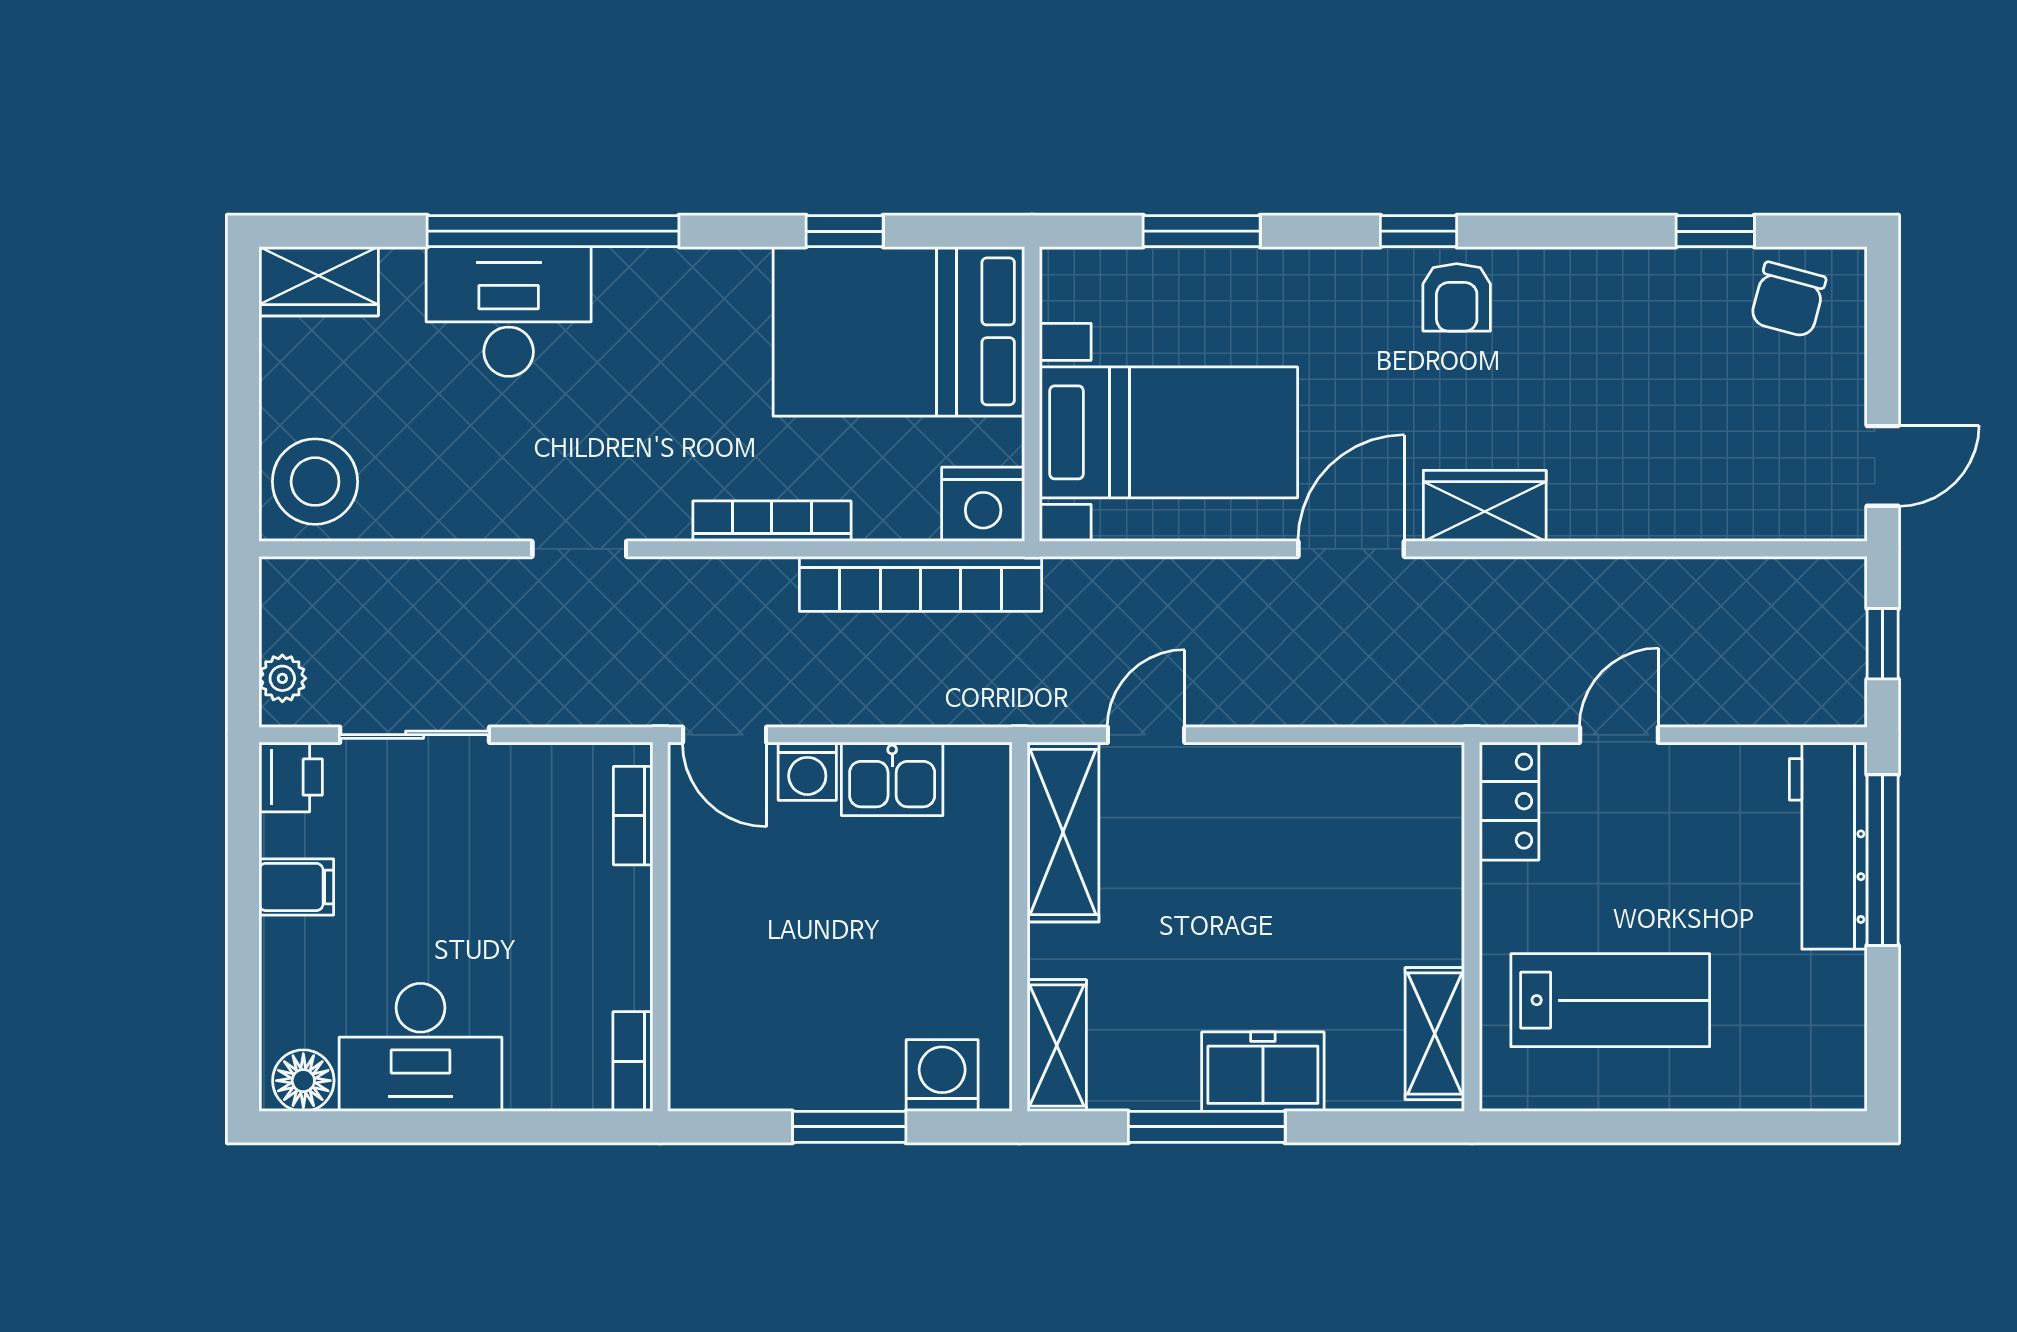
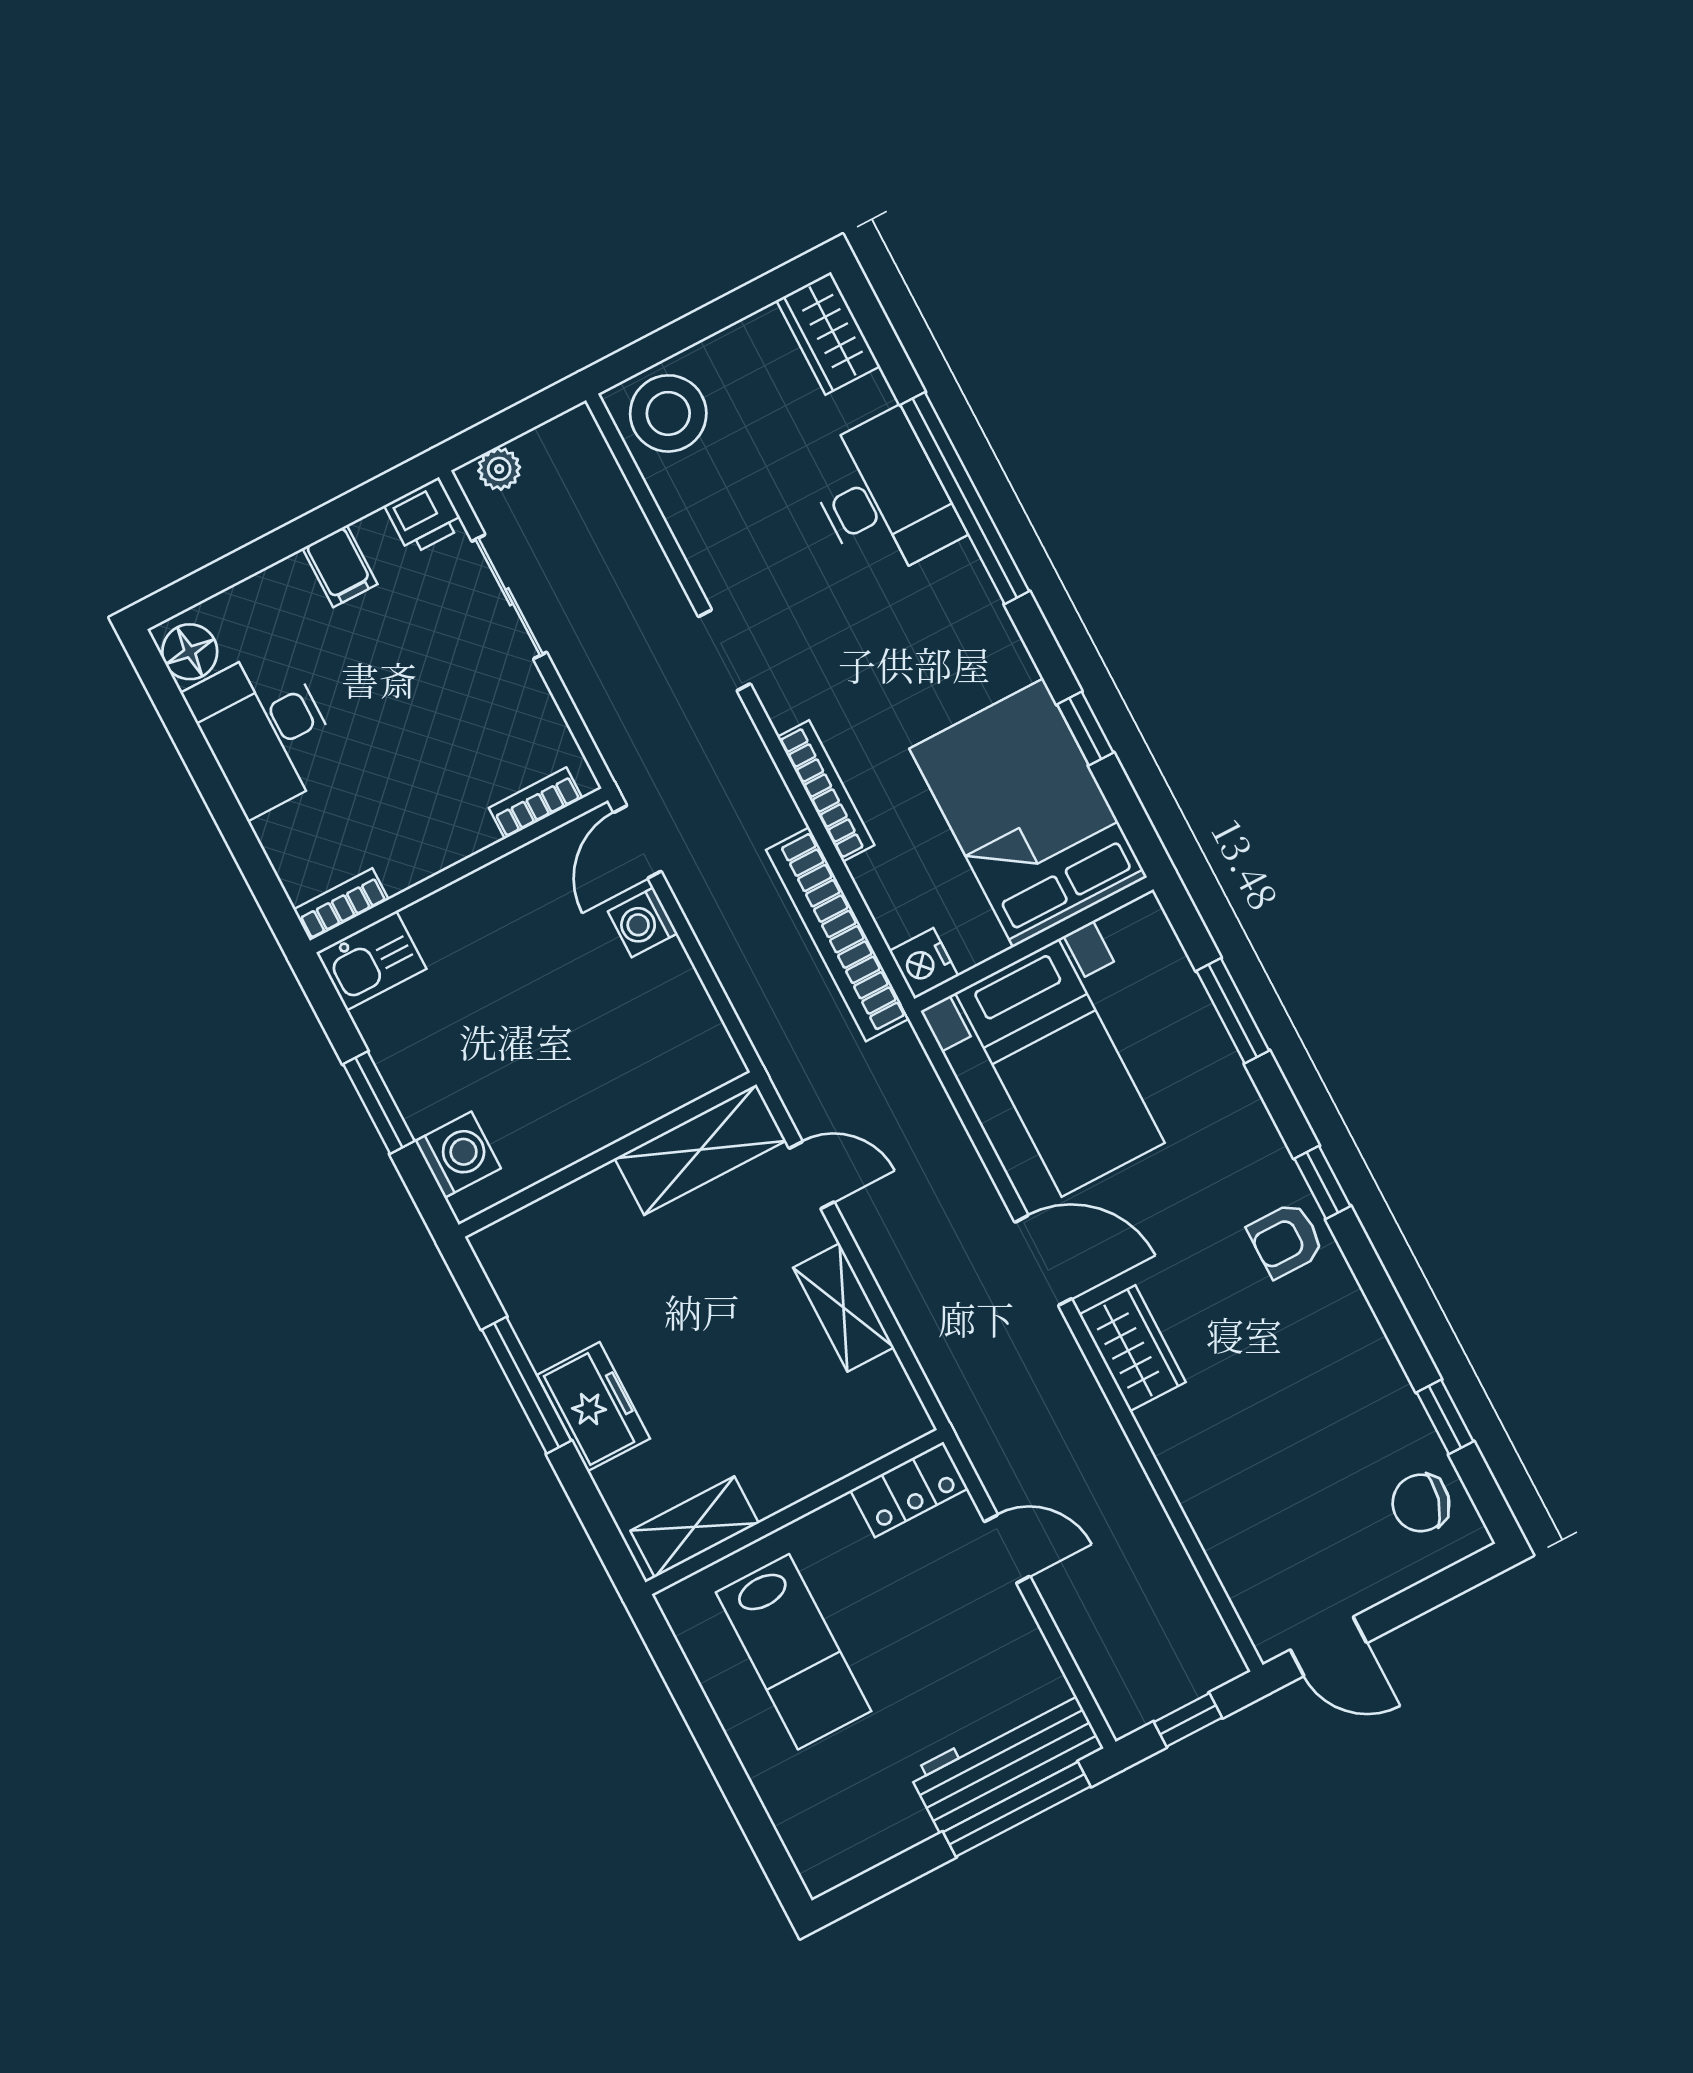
nightstand: (983, 504) -> (924, 963), width x0.74, depth x0.75
kitchen sink: (892, 779) -> (371, 961), moved, turned -90
shelving: (1057, 1046) -> (844, 1308), moved, turned 90

